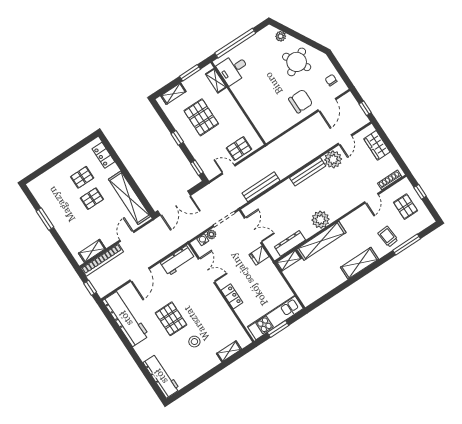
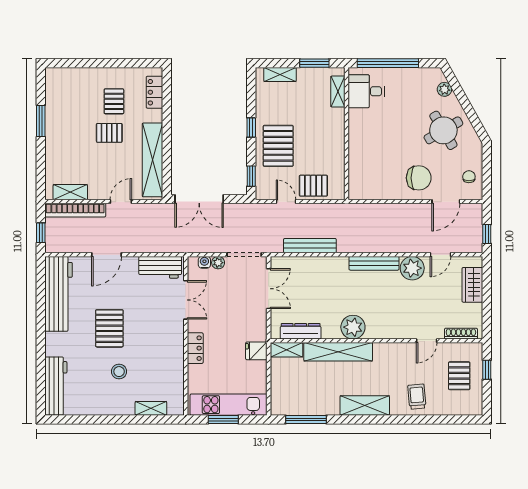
pallet: (201, 117) -> (278, 146), moved
pallet: (82, 177) -> (114, 101), turned 90
window: (407, 245) -> (306, 420), moved
fridge: (259, 256) -> (256, 351), moved

